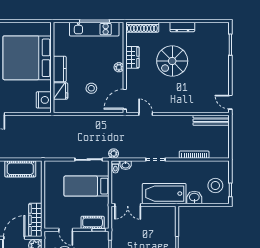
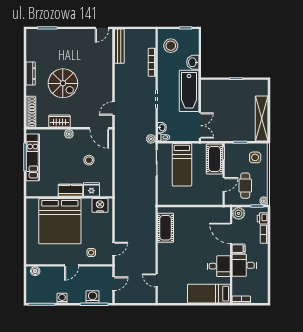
stool: (215, 186) -> (171, 46), moved
wardrobe: (35, 220) -> (214, 213), removed
cot: (93, 222) -> (214, 159), width x1.37, depth x1.34

